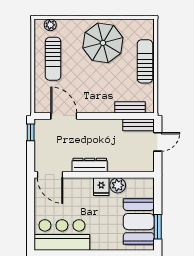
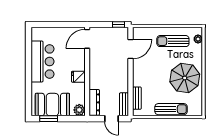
dresser: (90, 165) -> (94, 102), moved
plant: (118, 185) -> (79, 110), moved
bar counter: (62, 235) -> (42, 62), moved

